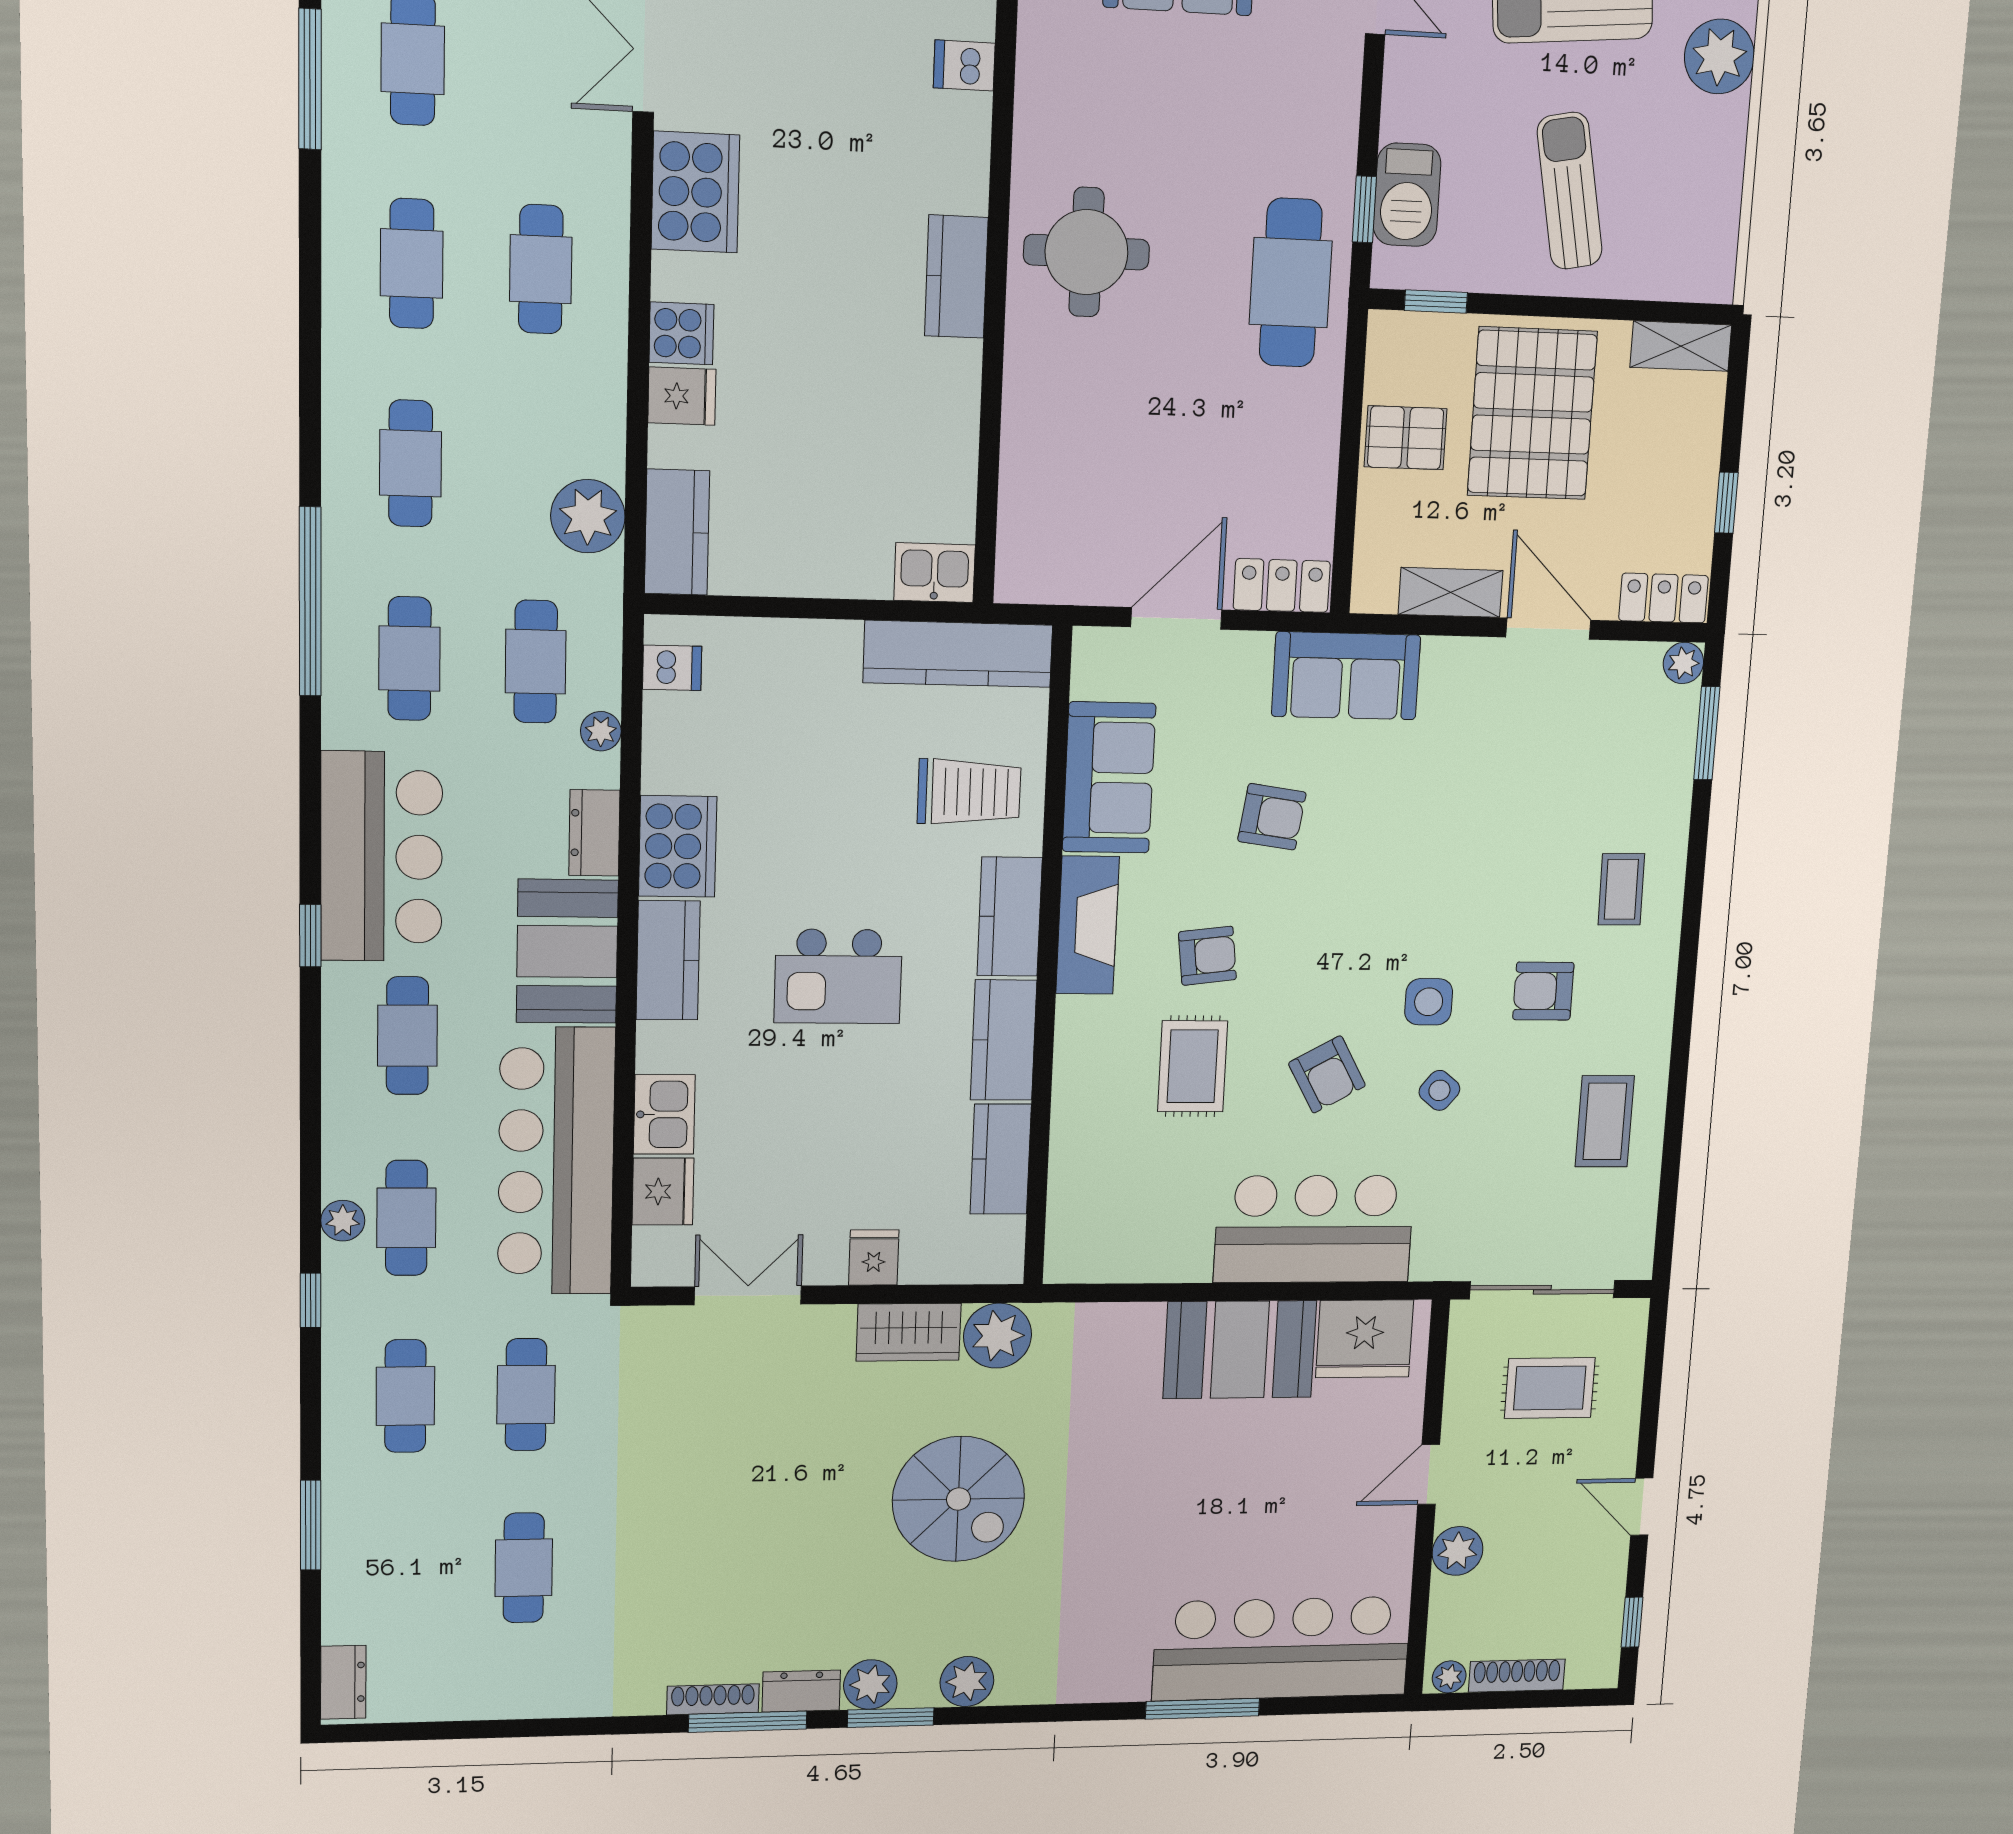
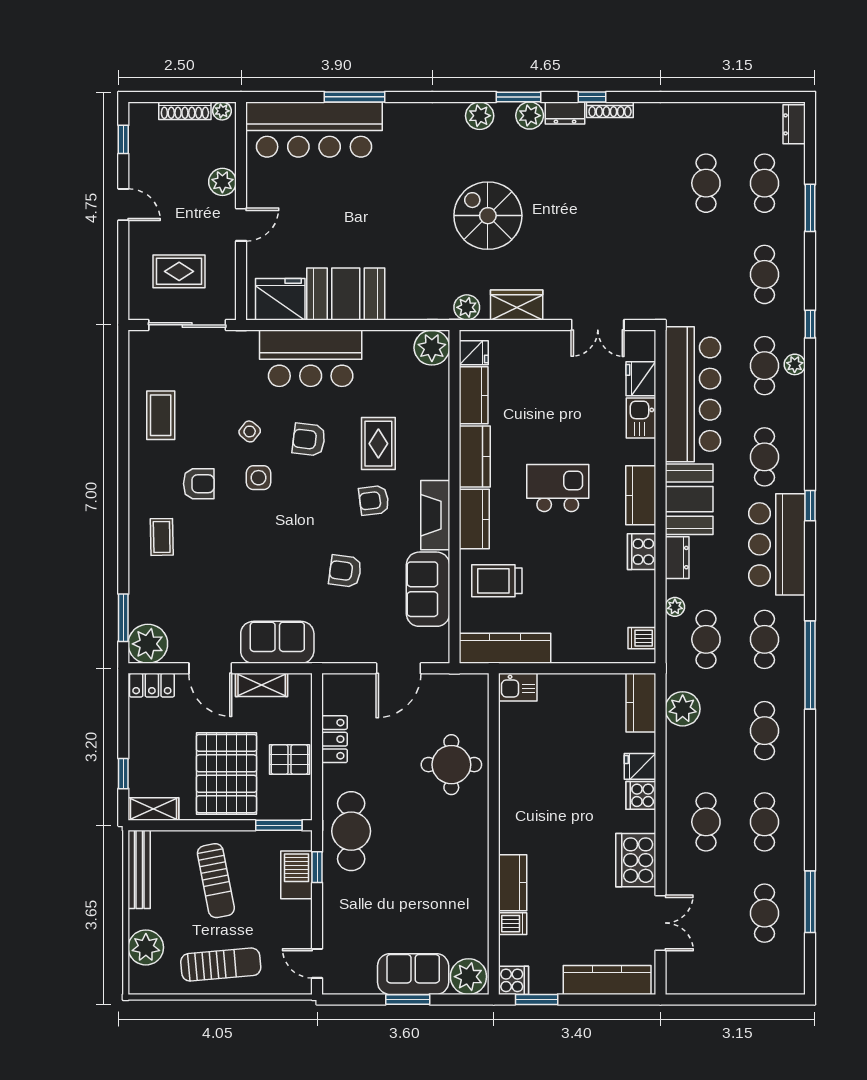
bench: (1719, 222) -> (139, 869), added
round table: (1086, 252) -> (451, 765), moved
kitchen counter: (956, 277) -> (513, 883), moved
window: (1436, 302) -> (279, 825), width x1.50
window: (1726, 503) -> (123, 774), moved
locker: (1282, 585) -> (335, 739), moved, turned -90
plant: (1683, 663) -> (148, 644), width x1.88, depth x1.88
sofa: (1346, 676) -> (277, 642), moved
cooker: (678, 846) -> (642, 552), width x0.73, depth x0.76
armchair: (1327, 1074) -> (309, 440), turned -54
plant: (1079, 1250) -> (432, 348), added
fridge: (874, 1257) -> (474, 353), moved, turned -90
plant: (998, 1336) -> (467, 307), width x0.73, depth x0.73
cafe table: (526, 1395) -> (764, 183), moved
window: (748, 1722) -> (592, 97), width x0.46

